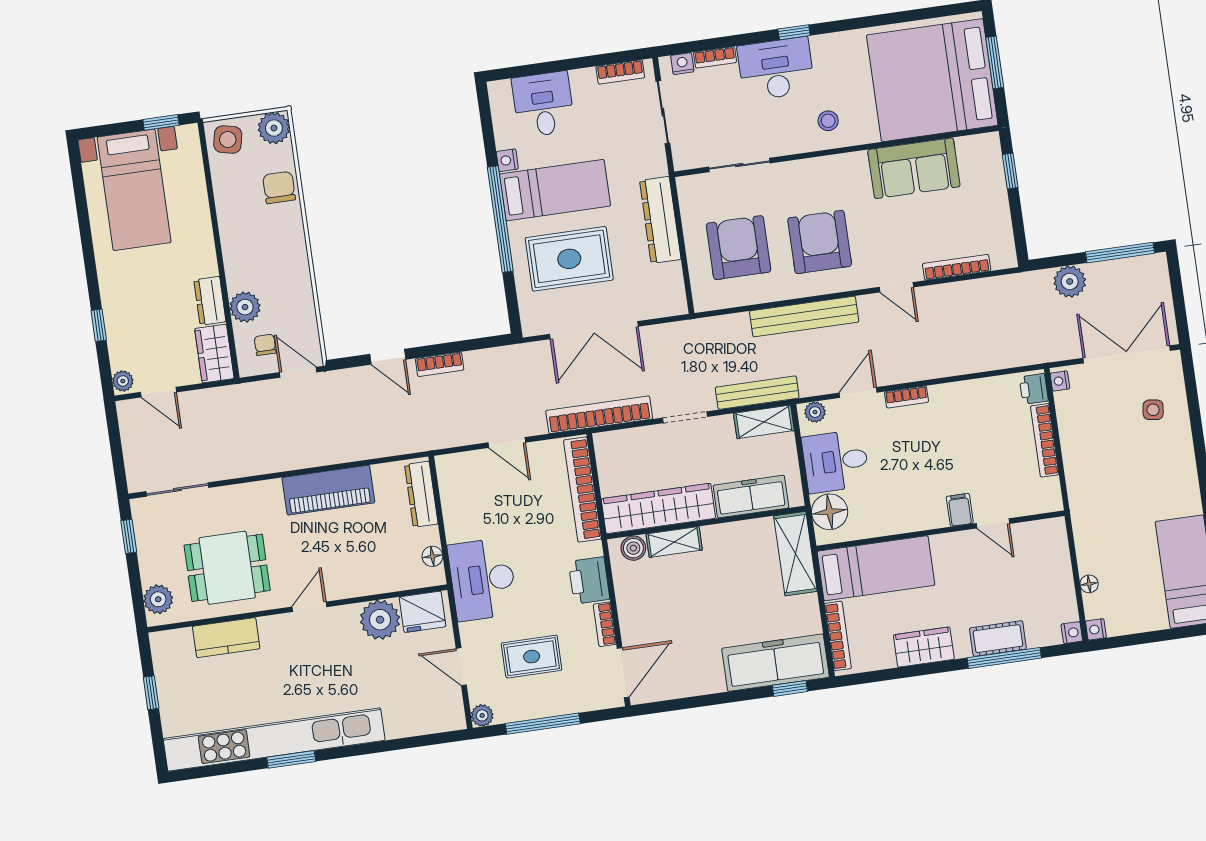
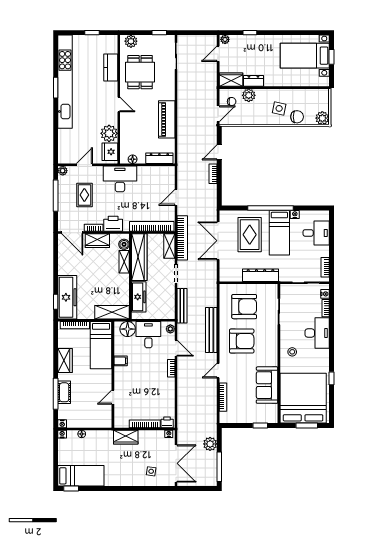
window: (794, 32) -> (331, 378), moved
window: (161, 122) -> (331, 57), moved
side table: (228, 140) -> (279, 108), moved
shelving: (764, 422) -> (169, 246), moved
wardrobe: (1082, 480) -> (126, 437), added
filing cabinet: (960, 510) -> (121, 361), moved
wardrobe: (634, 611) -> (97, 241), added

